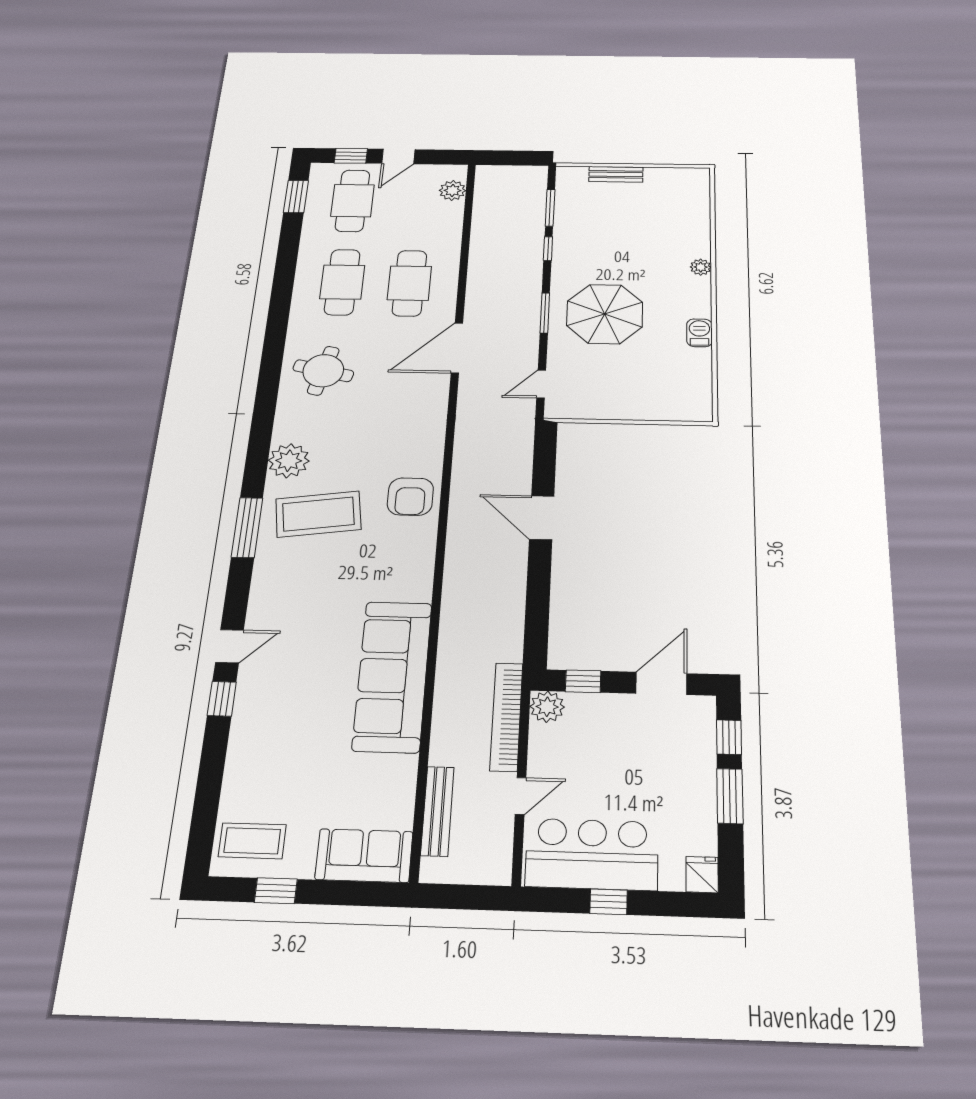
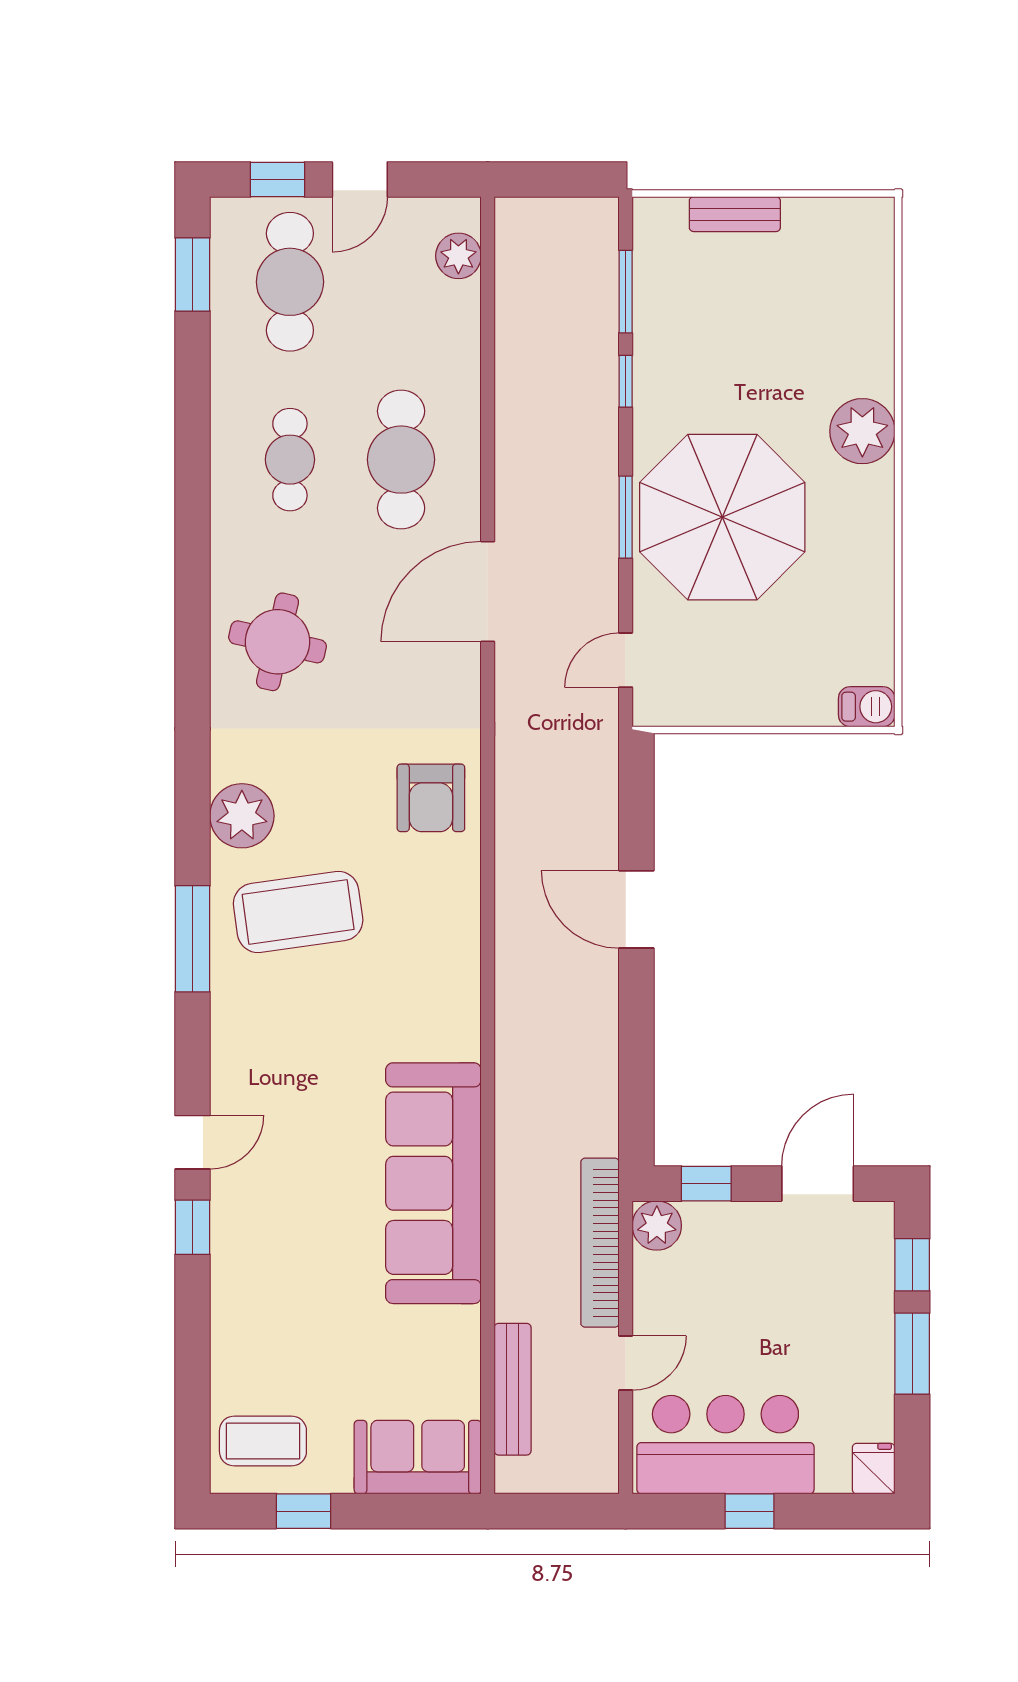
plant: (701, 267) -> (862, 431), width x1.87, depth x1.87
cafe table: (342, 282) -> (290, 460), width x0.73, depth x0.74
parasol: (605, 314) -> (722, 517), width x1.36, depth x1.36
barbecue: (699, 333) -> (867, 707), moved, turned 90
armchair: (410, 497) -> (431, 798), moved

